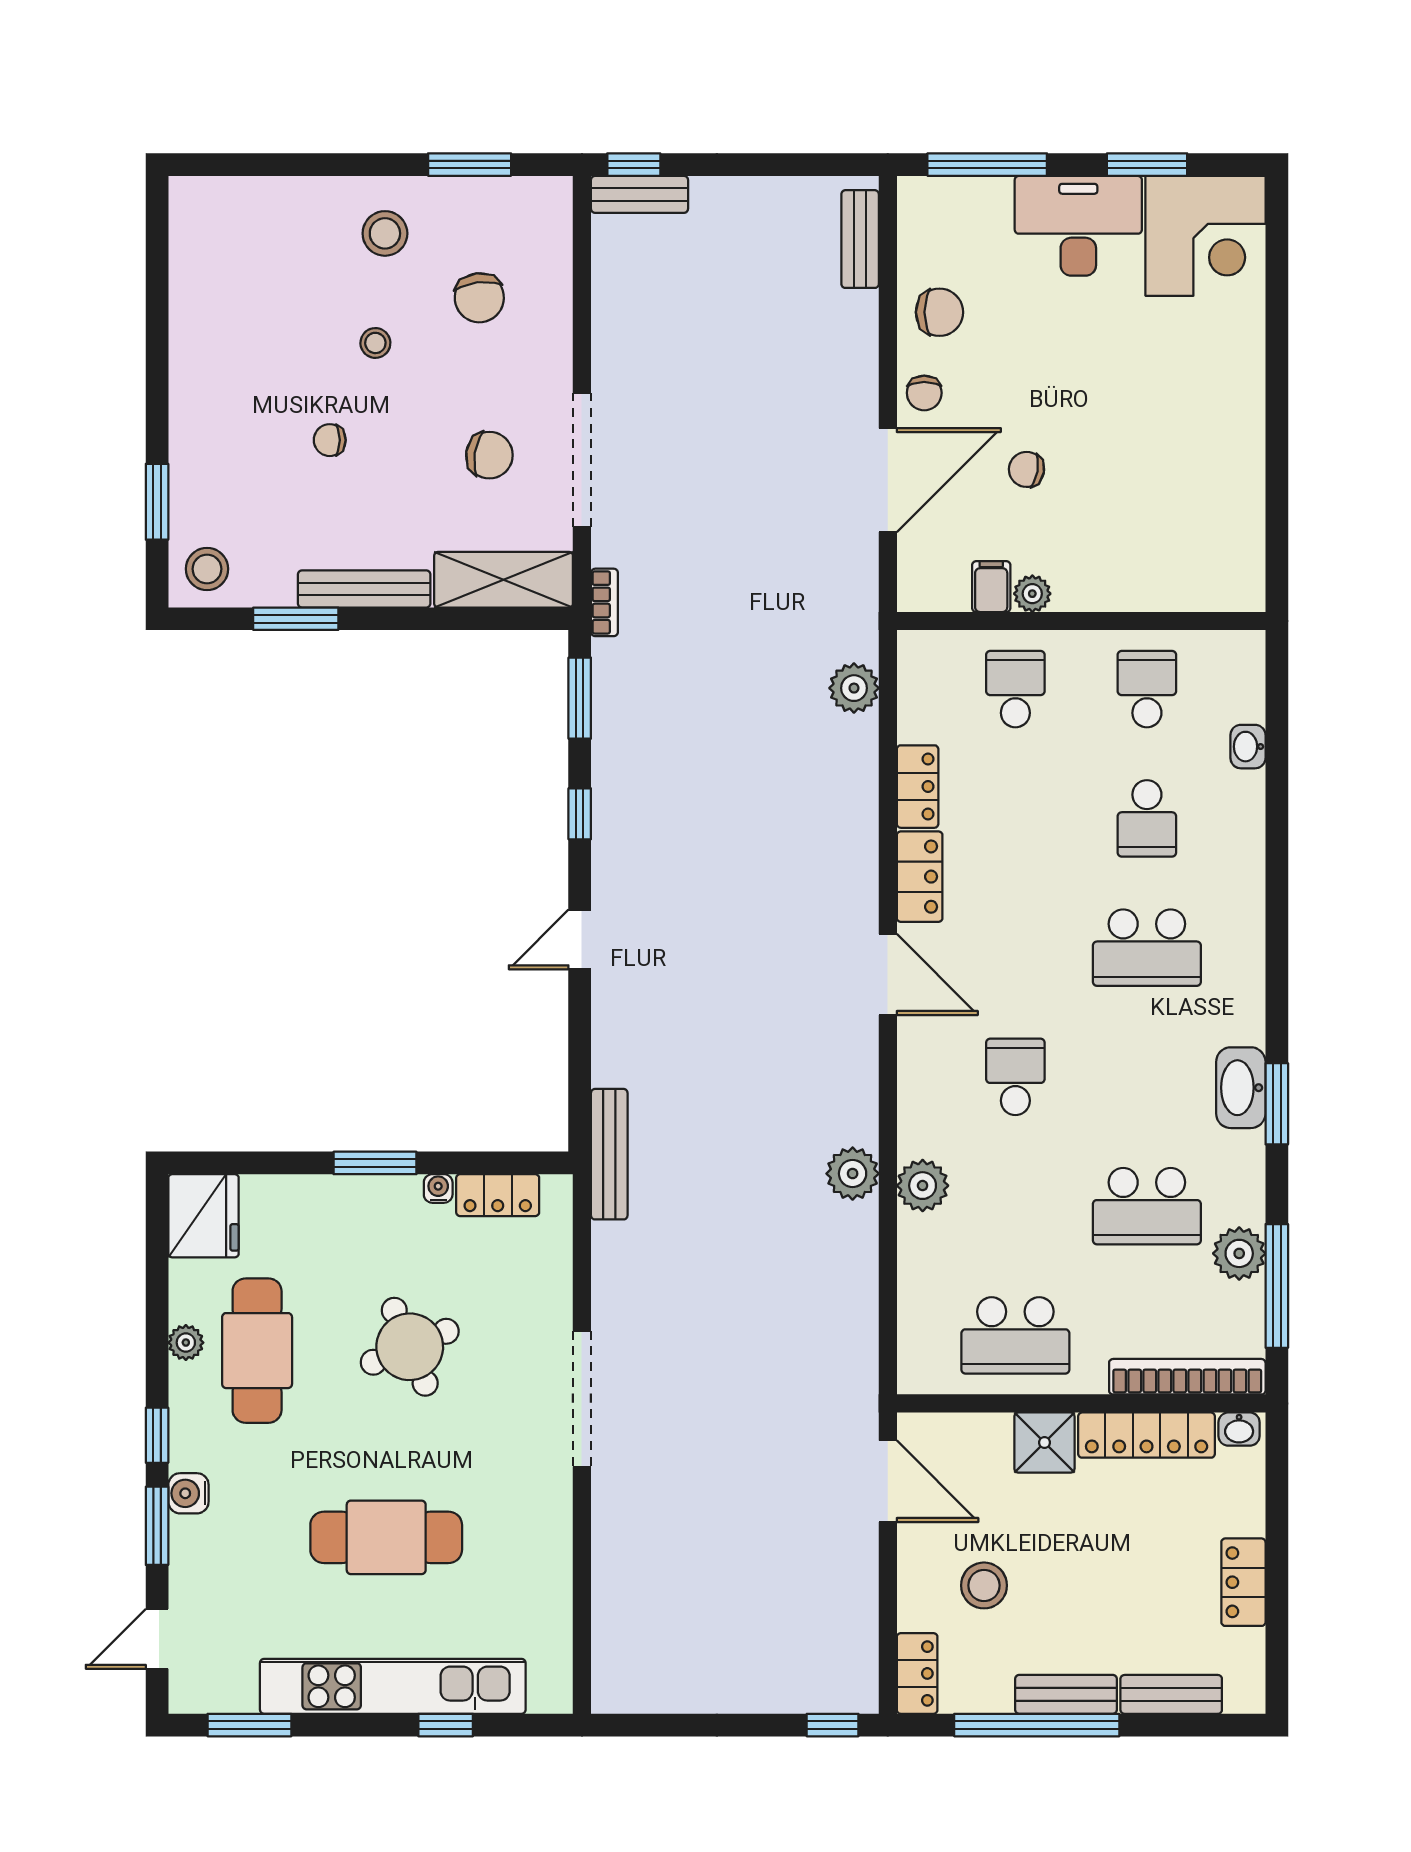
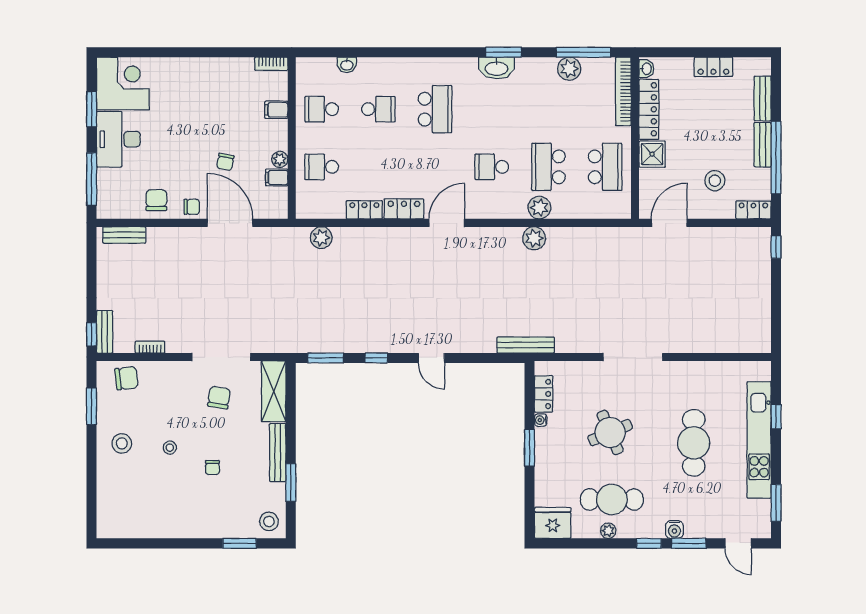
chair: (479, 298) -> (127, 378), moved
bookcase: (1250, 574) -> (271, 64), added
filing cabinet: (1145, 586) -> (276, 110), added
bookcase: (604, 602) -> (150, 347), moved
school desk: (1147, 1206) -> (548, 167), moved, turned 180

